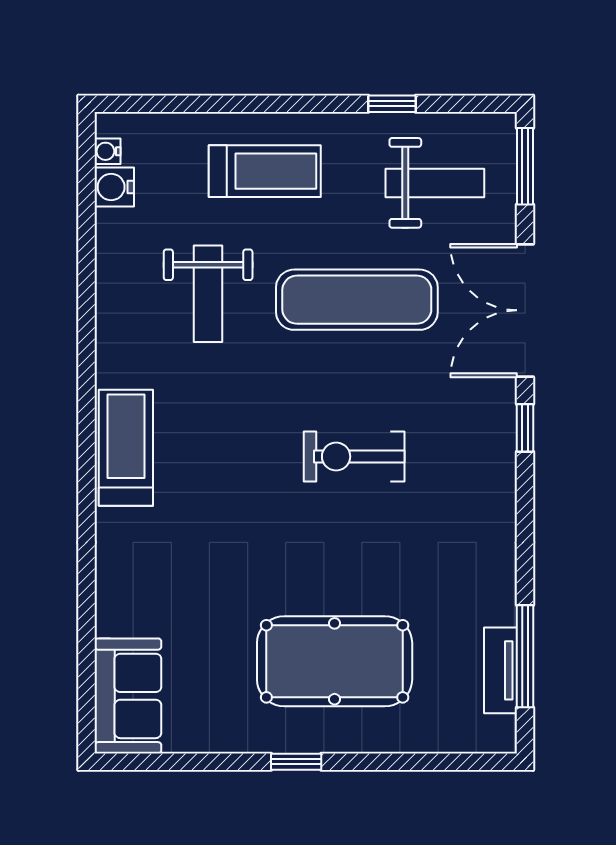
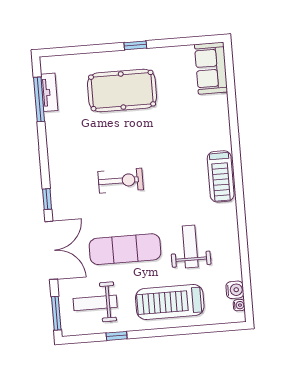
treadmill: (265, 171) -> (170, 302), width x1.37, depth x1.38

